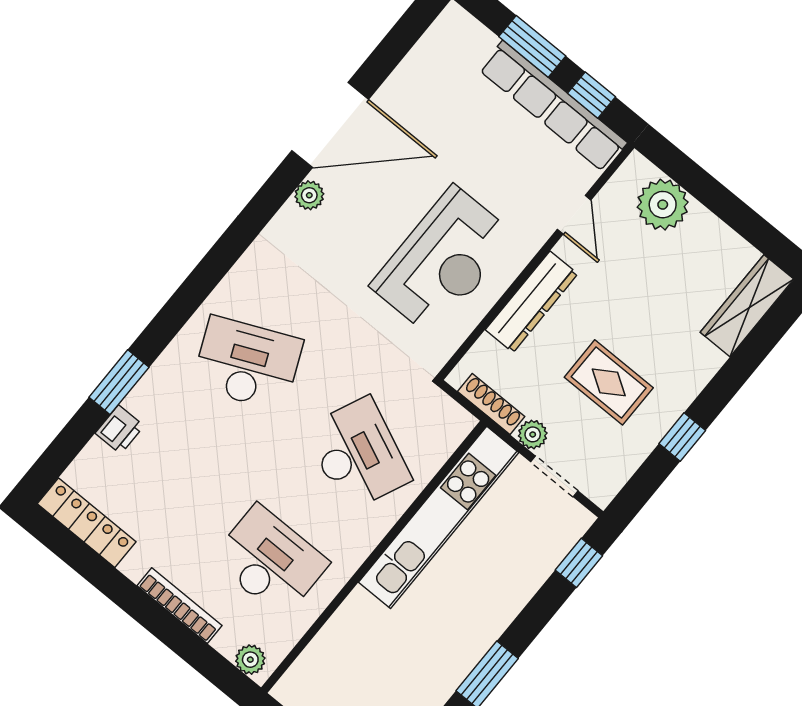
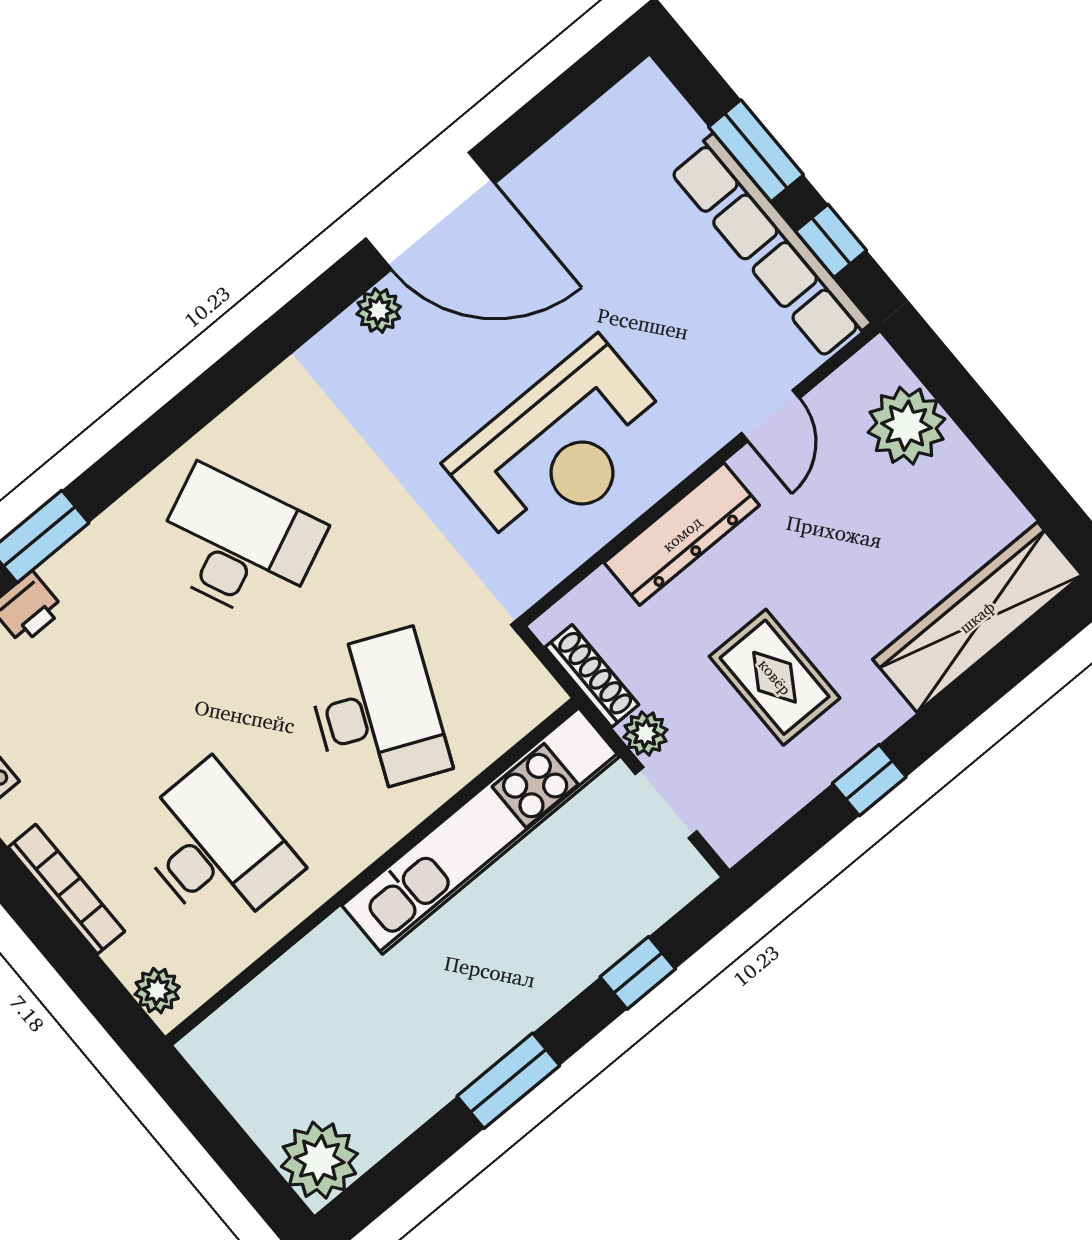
wardrobe: (747, 306) -> (977, 617), width x1.40, depth x1.17
window: (579, 563) -> (638, 973), moved

